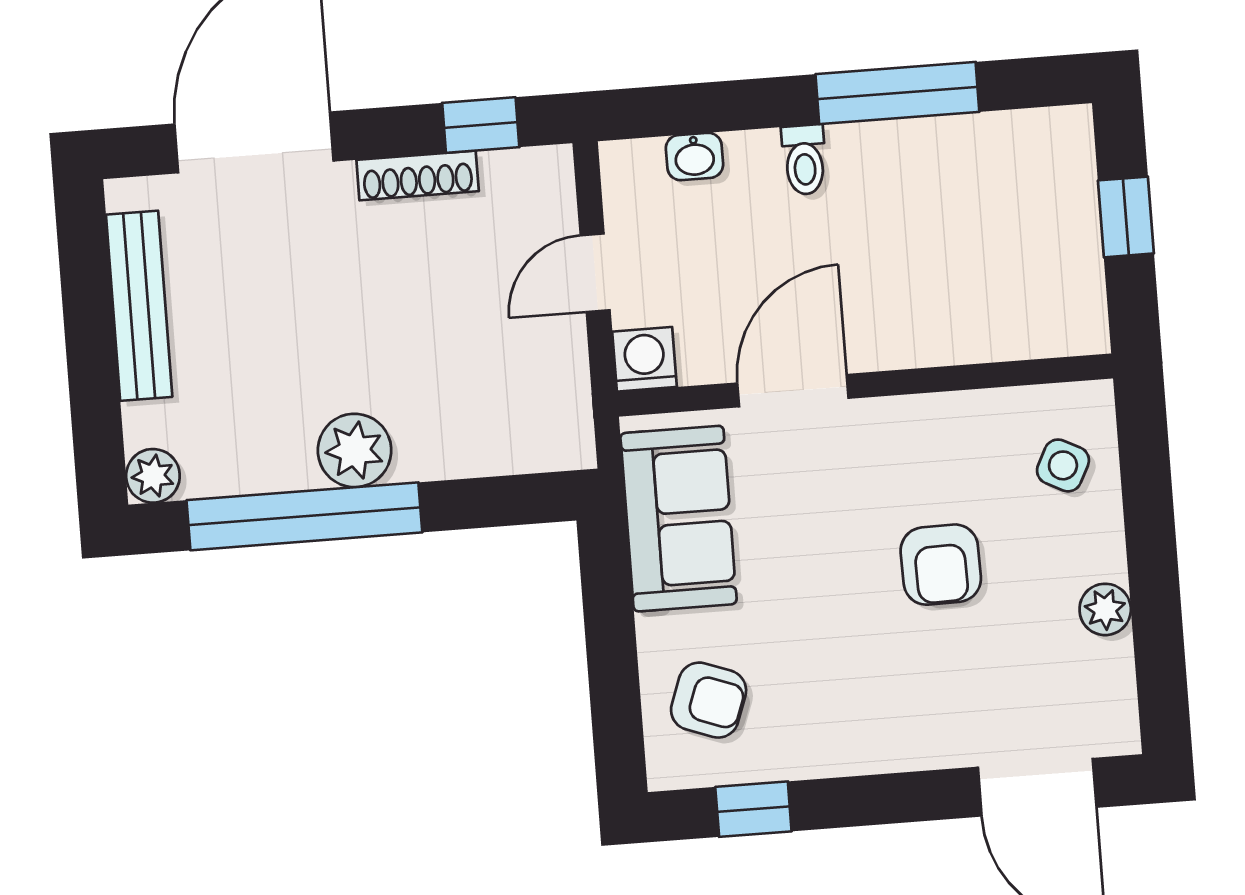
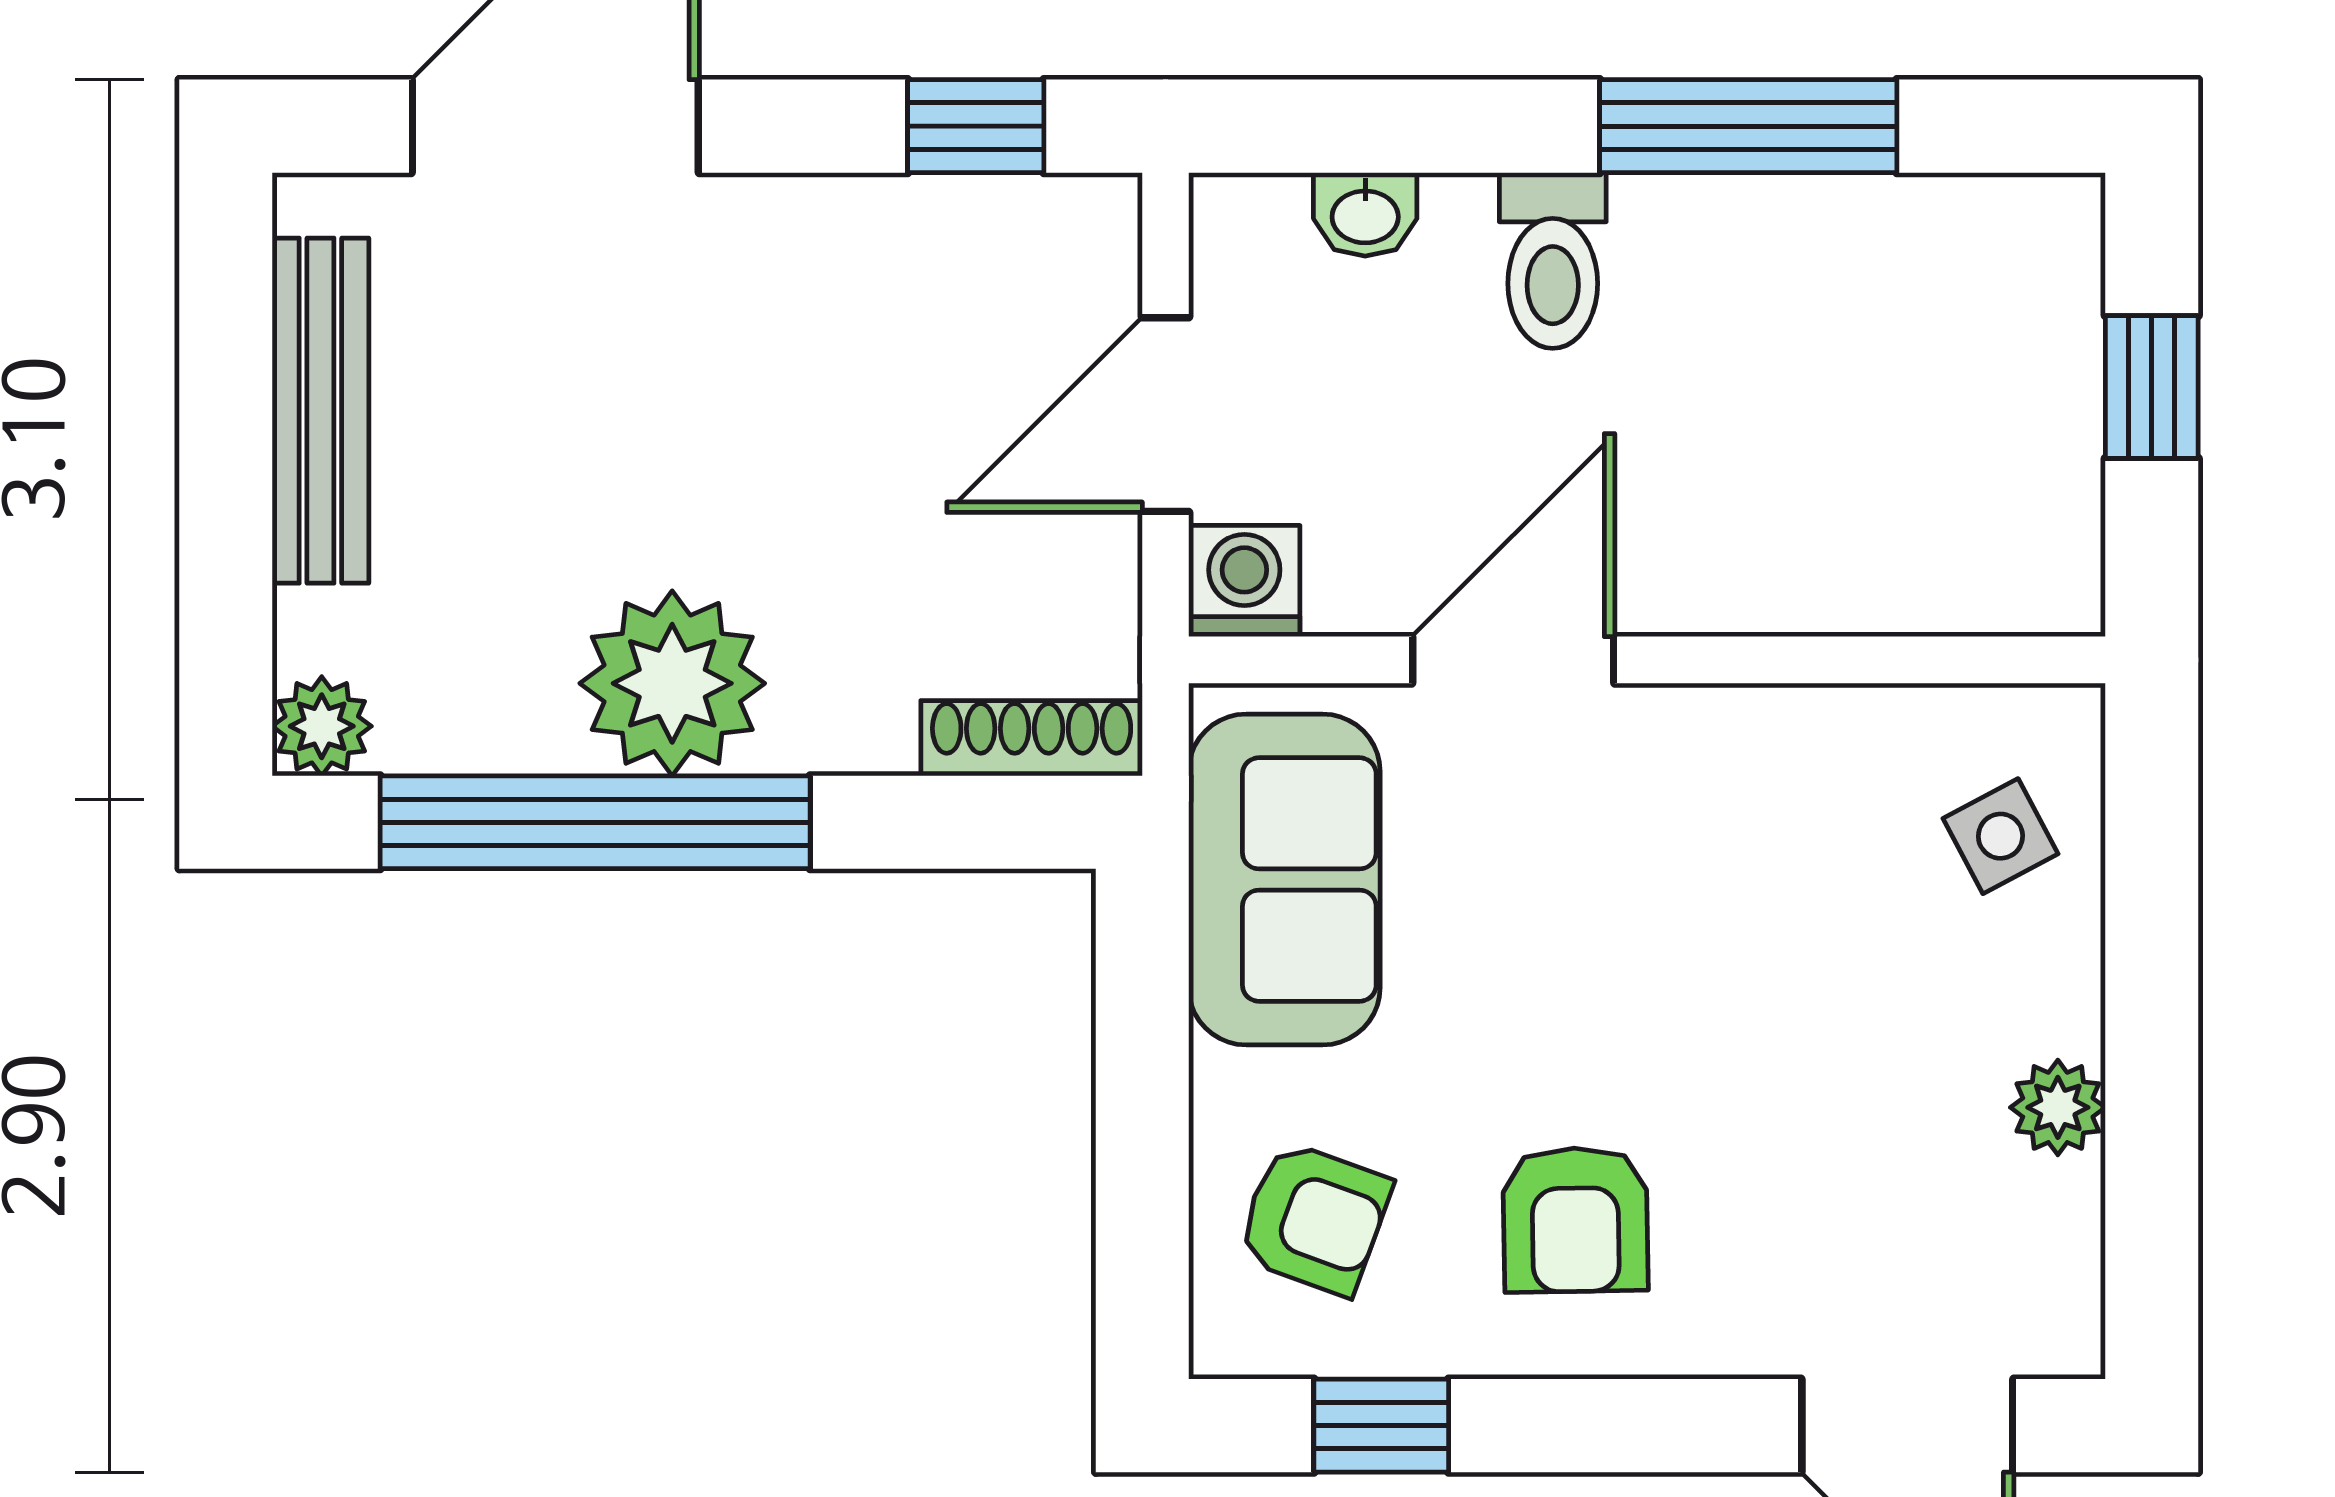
toilet: (804, 160) -> (1553, 261), width x1.37, depth x1.39
shoe rack: (418, 176) -> (1032, 738), moved, turned 180
door: (595, 273) -> (1166, 415), width x1.38
plant: (355, 450) -> (672, 683), width x1.36, depth x1.36
side table: (1063, 465) -> (2000, 836), turned 35
armchair: (941, 565) -> (1575, 1220), moved

